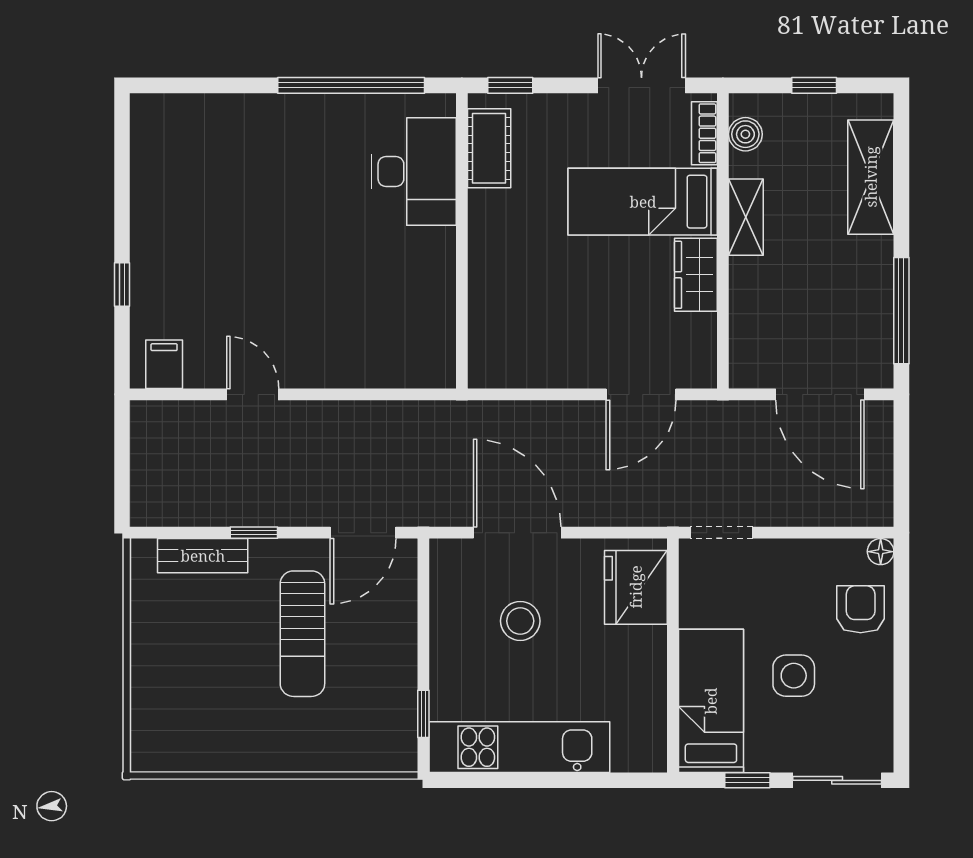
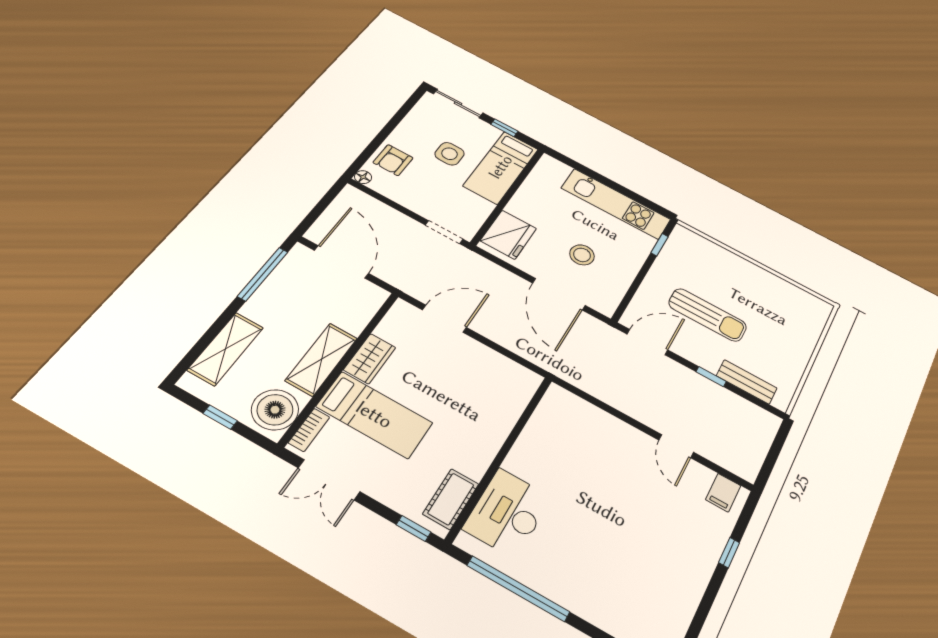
boiler: (745, 134) -> (275, 410), width x1.86, depth x1.86
shelving: (746, 217) -> (322, 359), width x1.50, depth x1.33
sun lounger: (302, 634) -> (708, 315), turned 90

